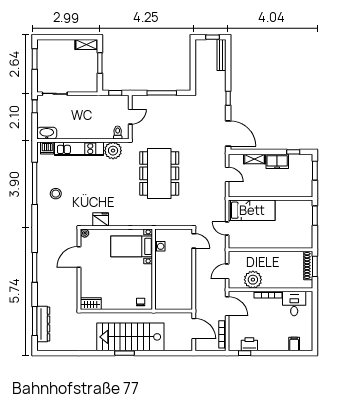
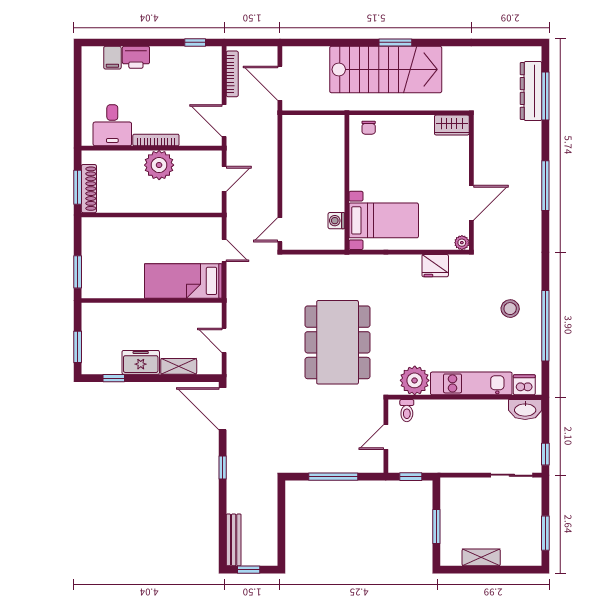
shelving: (86, 44) -> (481, 557), moved
door: (194, 241) -> (280, 230), hinge flipped
plant: (253, 280) -> (159, 165), moved
printer: (249, 344) -> (136, 57), moved

